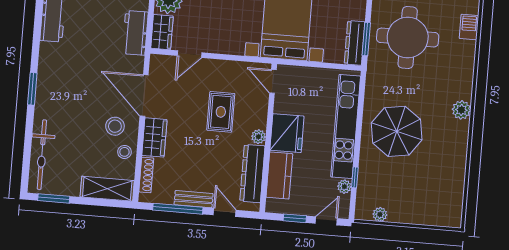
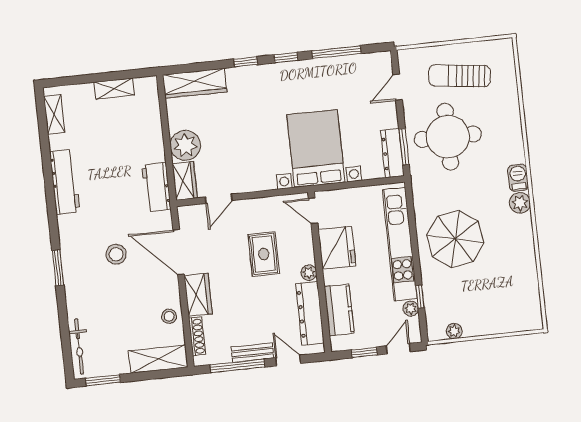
barbecue: (469, 27) -> (518, 178), moved
stool: (115, 126) -> (116, 254), moved
fridge: (287, 133) -> (337, 248), moved
bicycle: (42, 155) -> (79, 346), width x0.73, depth x0.71

